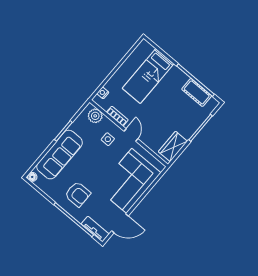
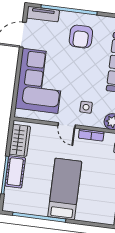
bed: (148, 76) -> (65, 189), moved
cot: (197, 92) -> (15, 172), moved, turned 90
armchair: (78, 194) -> (81, 37), turned -90

